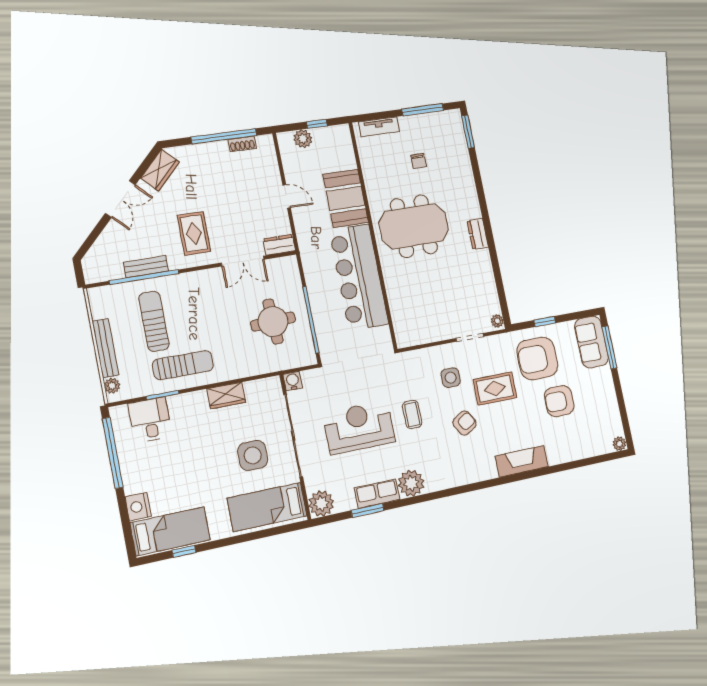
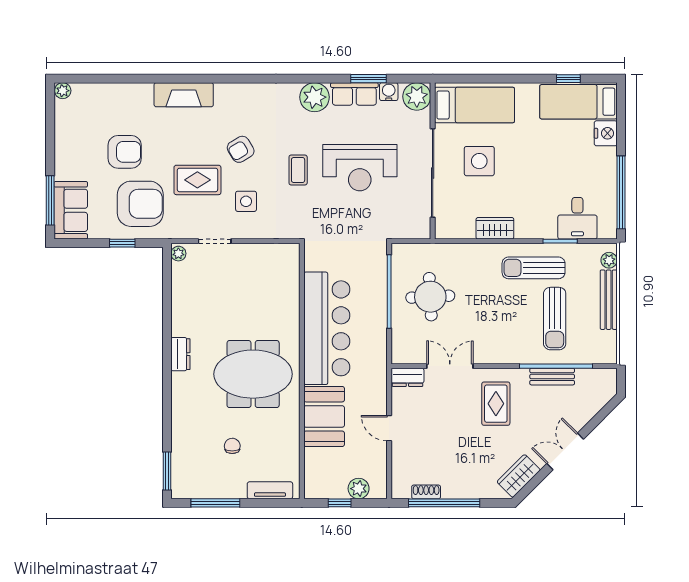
water cooler: (293, 381) -> (389, 92), moved, turned 180

